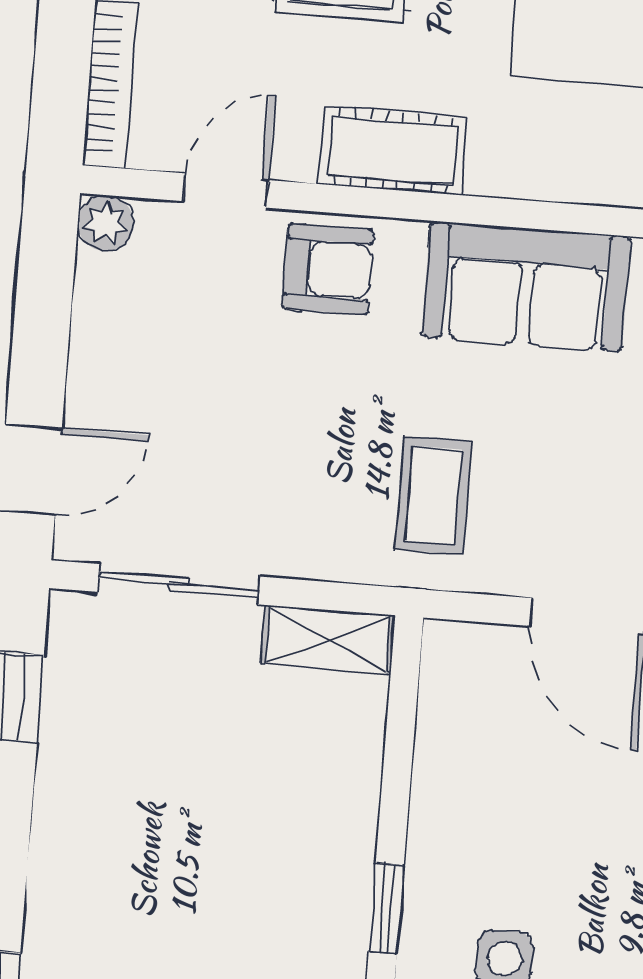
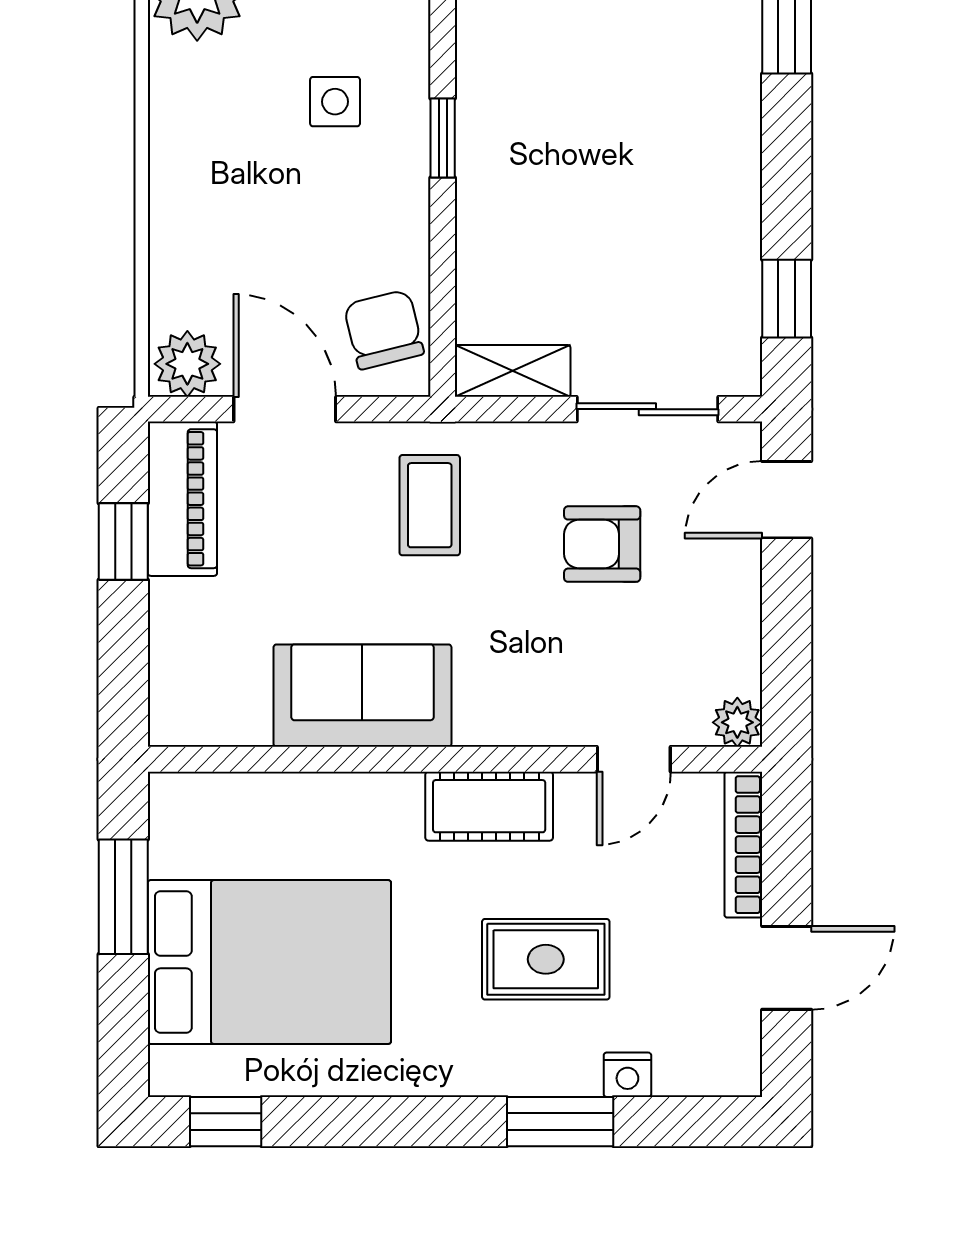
armchair: (328, 269) -> (602, 544), moved
chair: (470, 698) -> (384, 330), added

